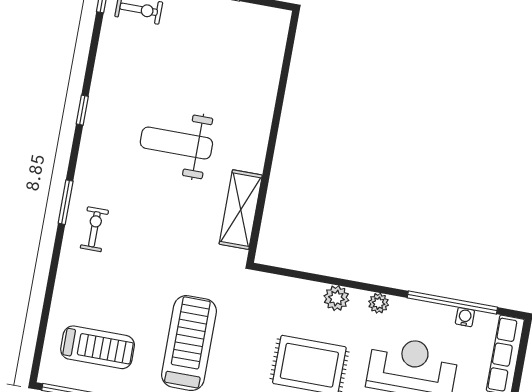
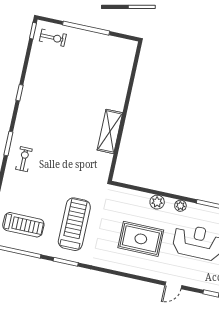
weight bench: (176, 143) -> (71, 113), removed
shelving: (241, 210) -> (110, 131), moved

